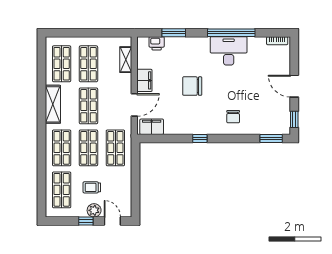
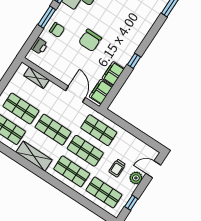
window: (174, 33) -> (47, 17), moved
filing cabinet: (144, 80) -> (113, 74), moved, turned -90
chair: (233, 117) -> (57, 30), moved
window: (86, 221) -> (131, 203), moved

